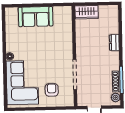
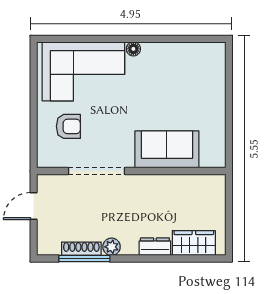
wardrobe: (87, 12) -> (194, 243), moved, turned 90
sofa: (36, 17) -> (167, 149), moved, turned 90
plant: (116, 98) -> (112, 247), moved

